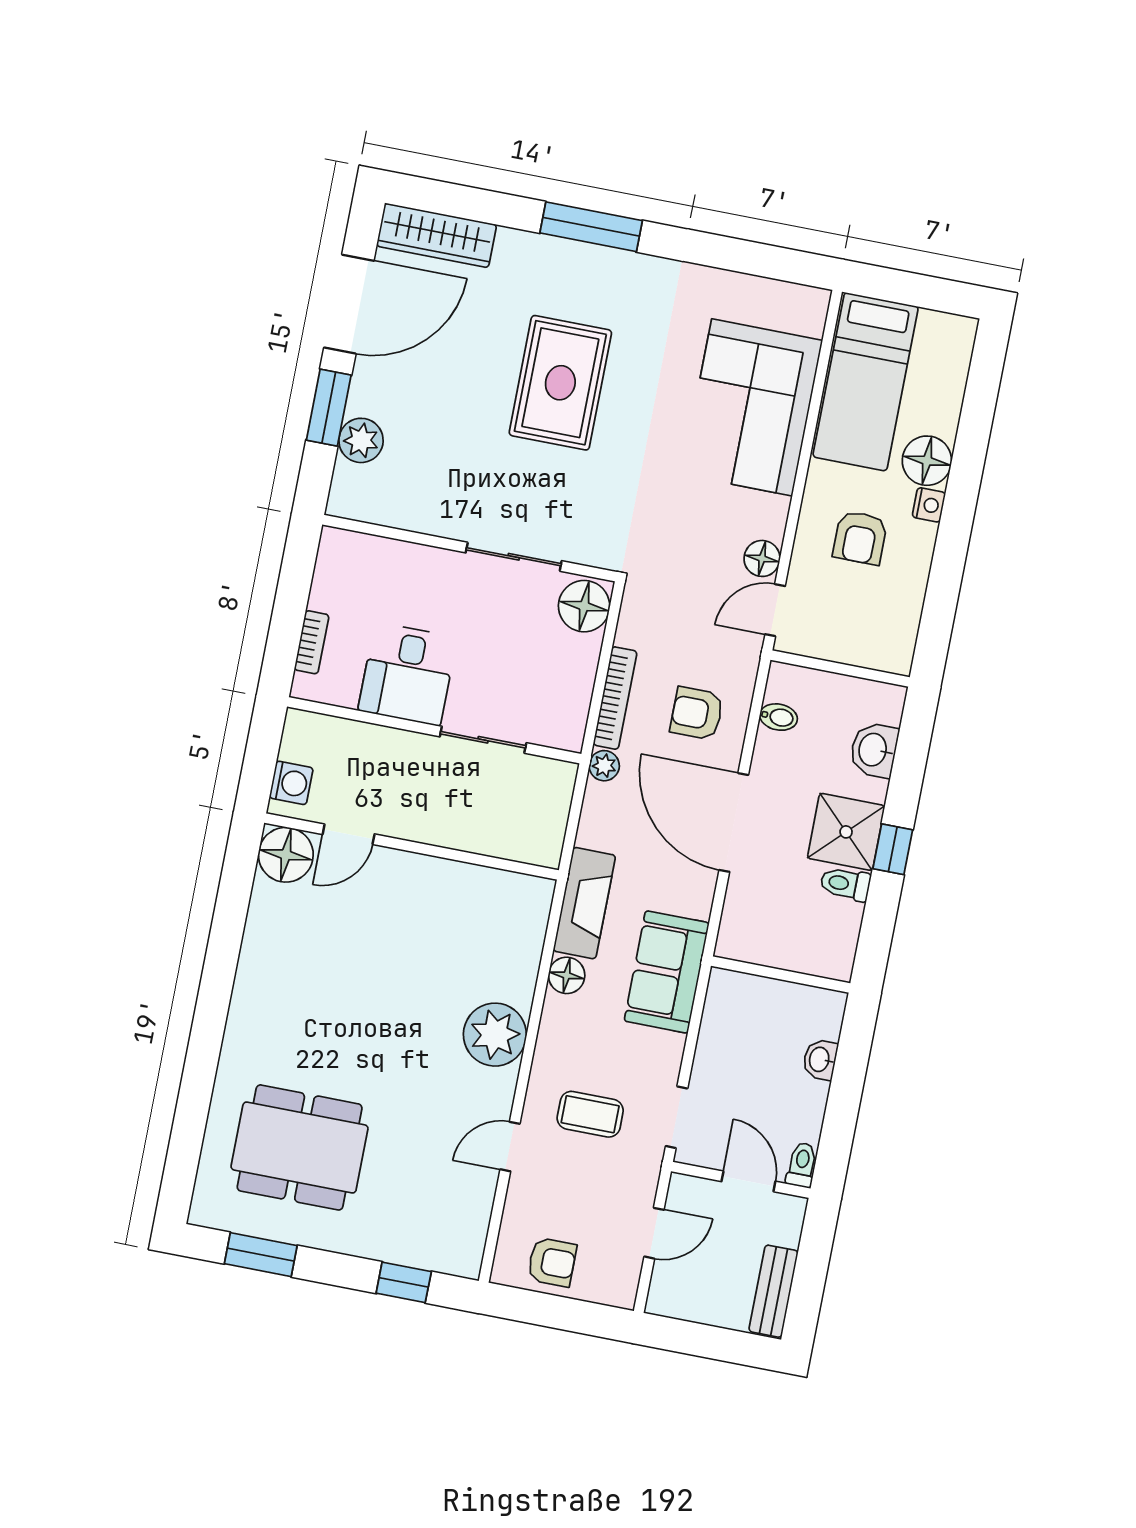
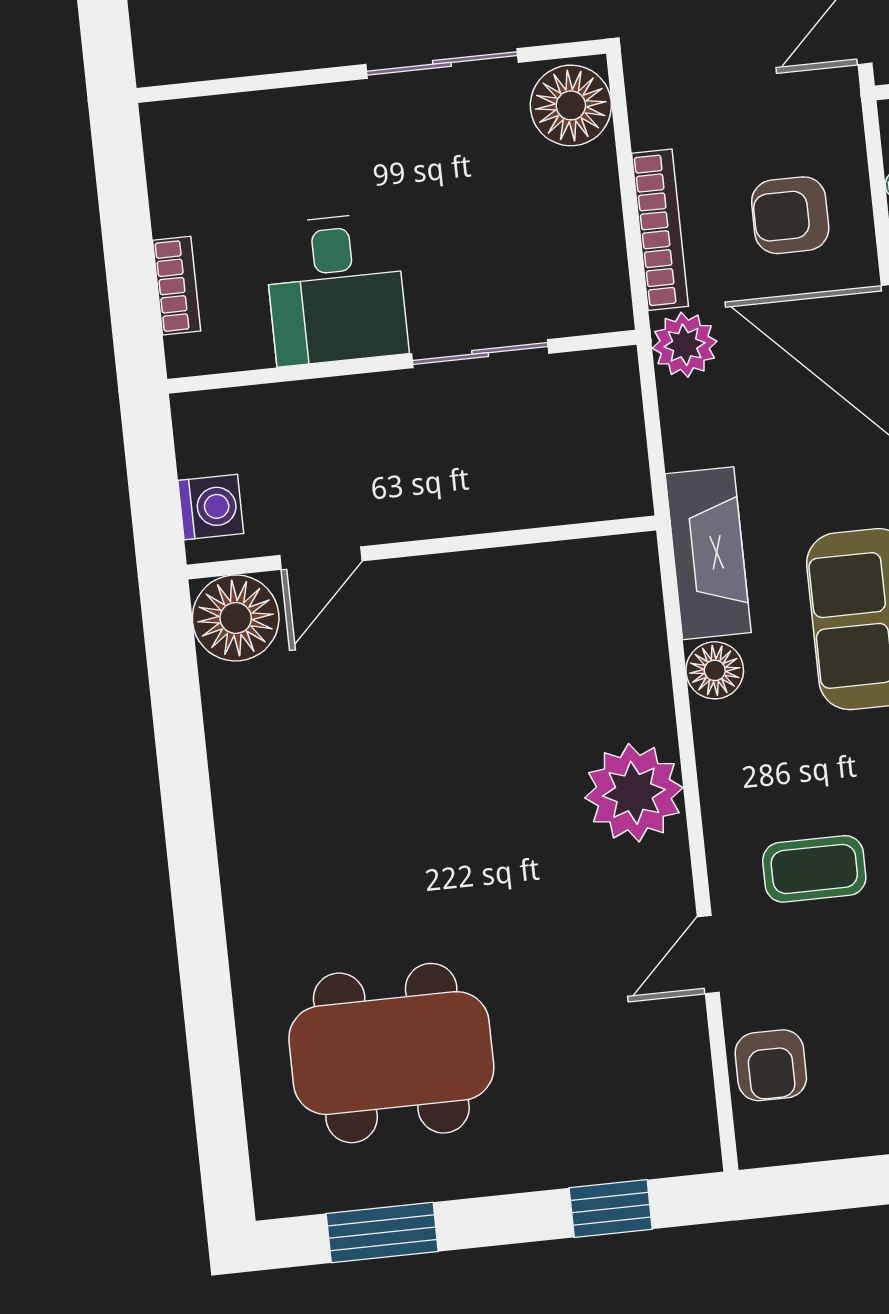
plant: (604, 766) -> (685, 345), width x1.38, depth x1.38
armchair: (552, 1262) -> (771, 1065), moved, turned 90

